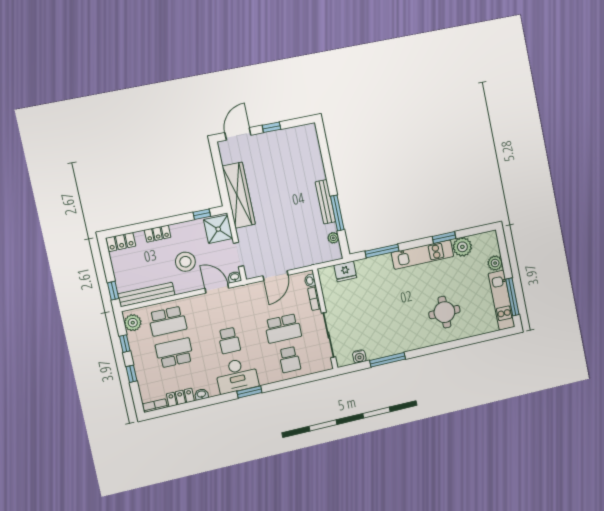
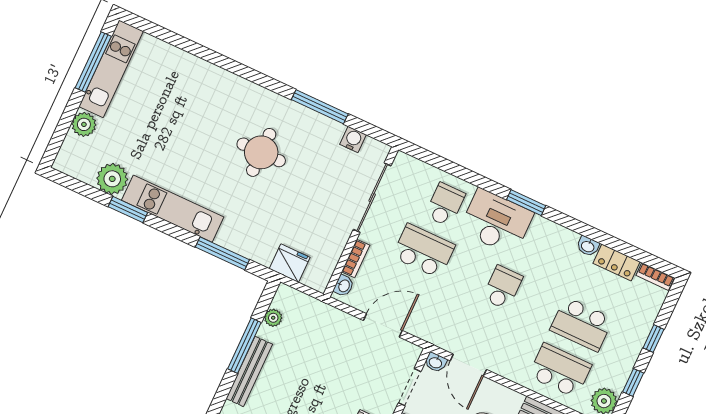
round table: (444, 312) -> (261, 152), moved
desk: (237, 376) -> (496, 222), moved

